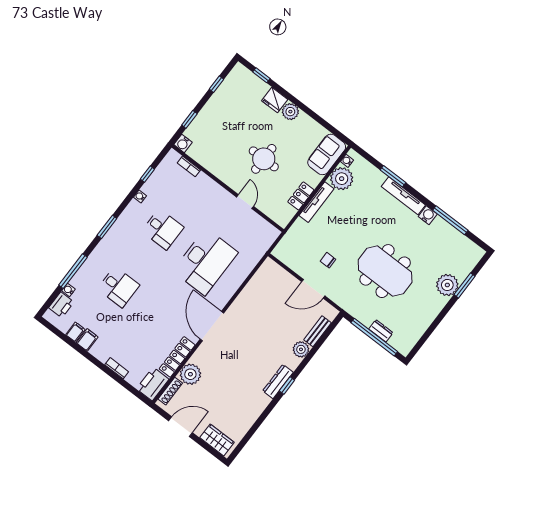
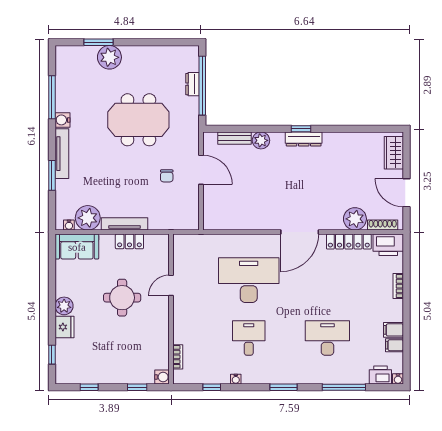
meeting table: (385, 271) -> (138, 120), turned 90
desk: (118, 287) -> (327, 338), width x1.37
water cooler: (68, 290) -> (398, 379), moved

